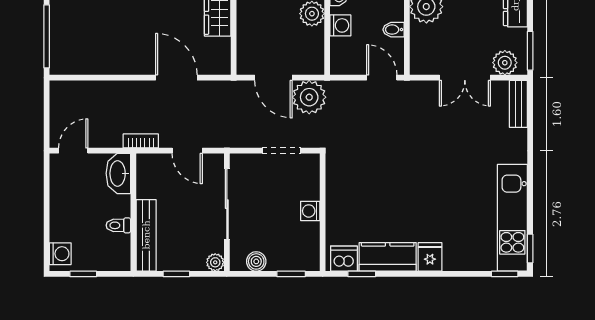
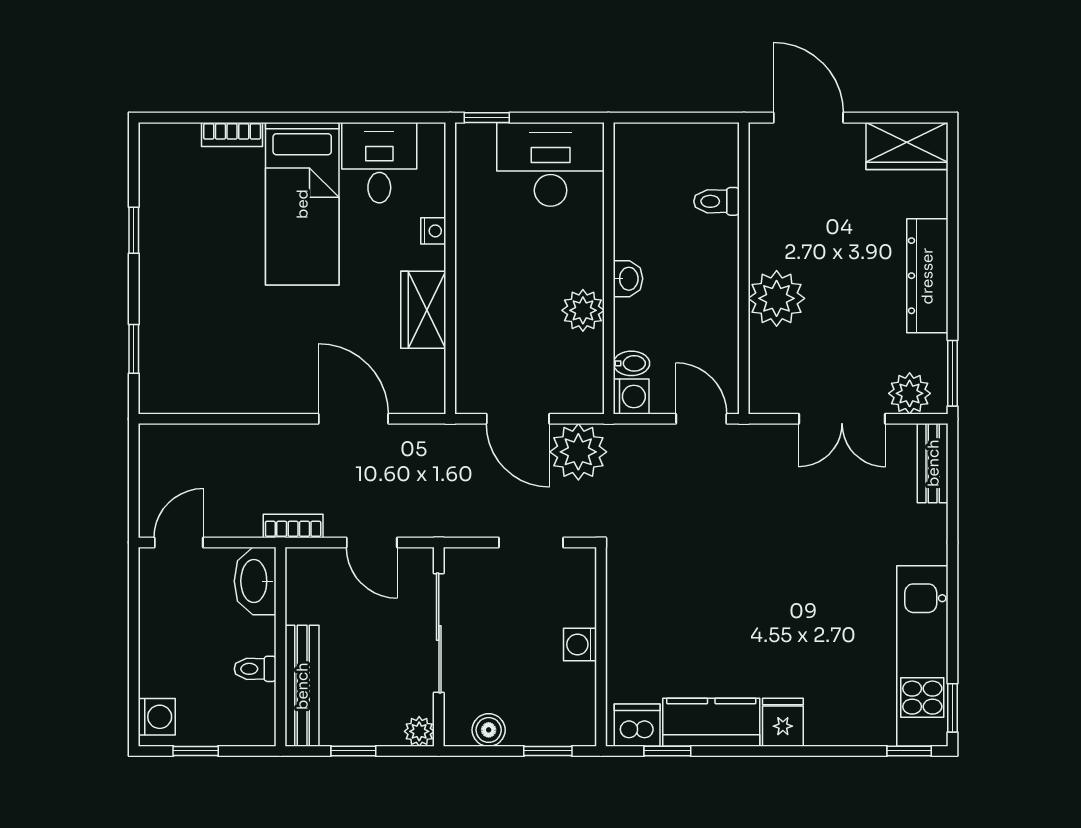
washing machine: (340, 25) -> (631, 396), moved
bidet: (394, 30) -> (631, 363), moved, turned 180
window: (47, 36) -> (134, 349), width x0.46

